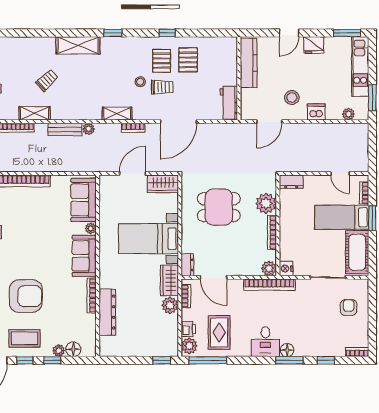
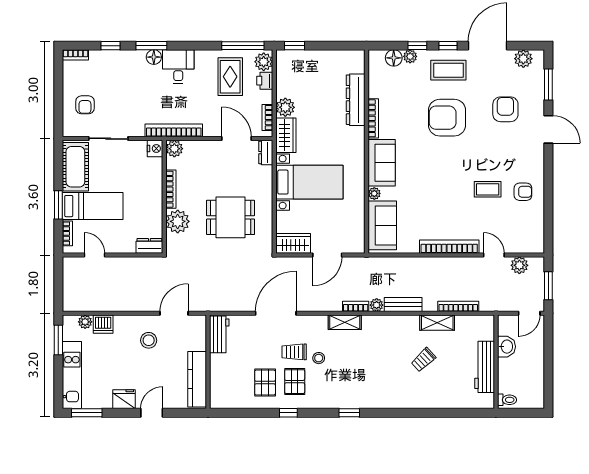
shelving: (78, 45) -> (388, 399), removed
dishwasher: (316, 112) -> (103, 324), moved
bookcase: (133, 128) -> (356, 306), moved

